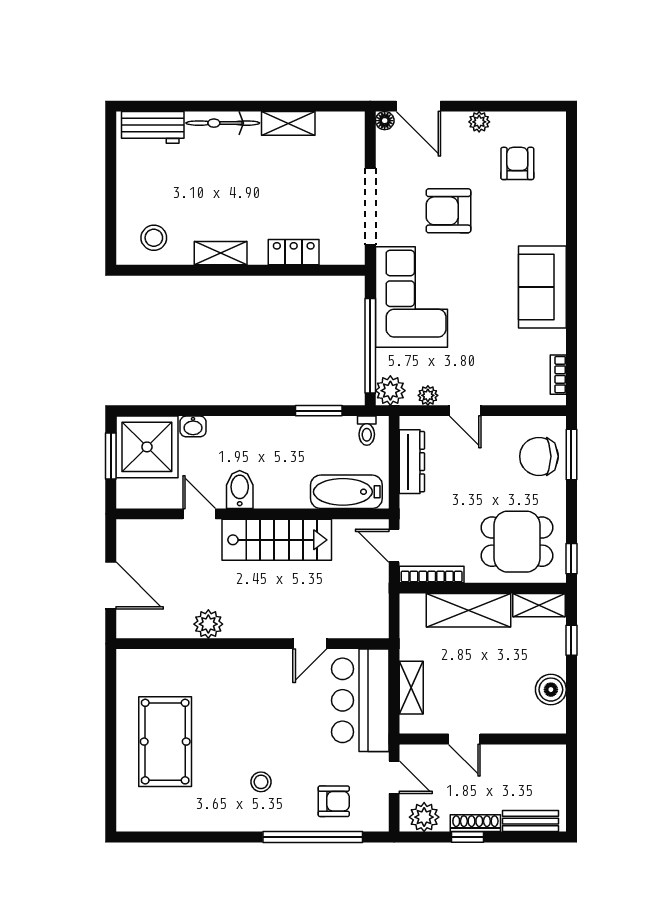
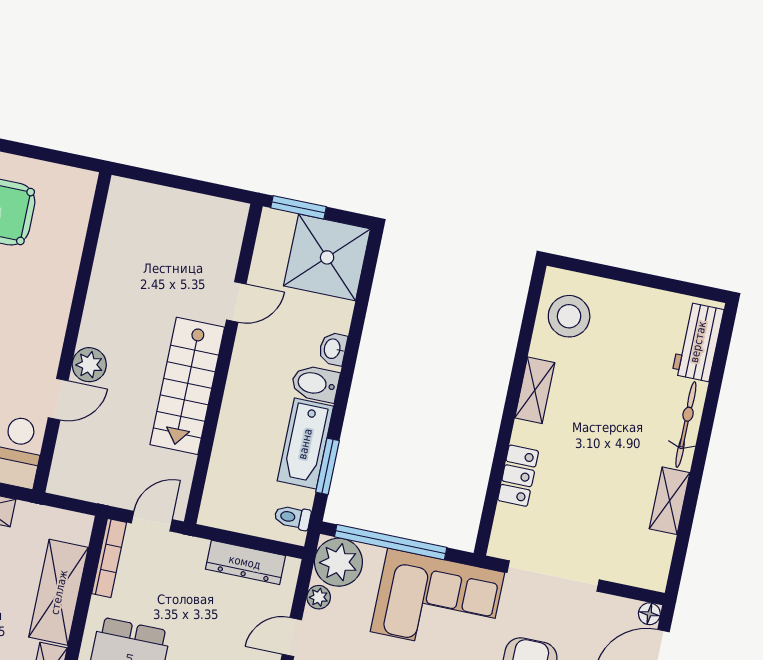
stool: (154, 238) -> (569, 316), width x1.38, depth x1.38
plant: (390, 391) -> (338, 562), width x1.36, depth x1.36
washbasin: (193, 426) -> (333, 349), moved
window: (111, 456) -> (299, 207), moved
bidet: (240, 490) -> (315, 384), moved, turned 180
bathtub: (346, 492) -> (305, 444), moved, turned 180
door: (111, 586) -> (174, 181), removed
plant: (208, 624) -> (89, 365), moved
door: (310, 644) -> (58, 399), swing flipped

